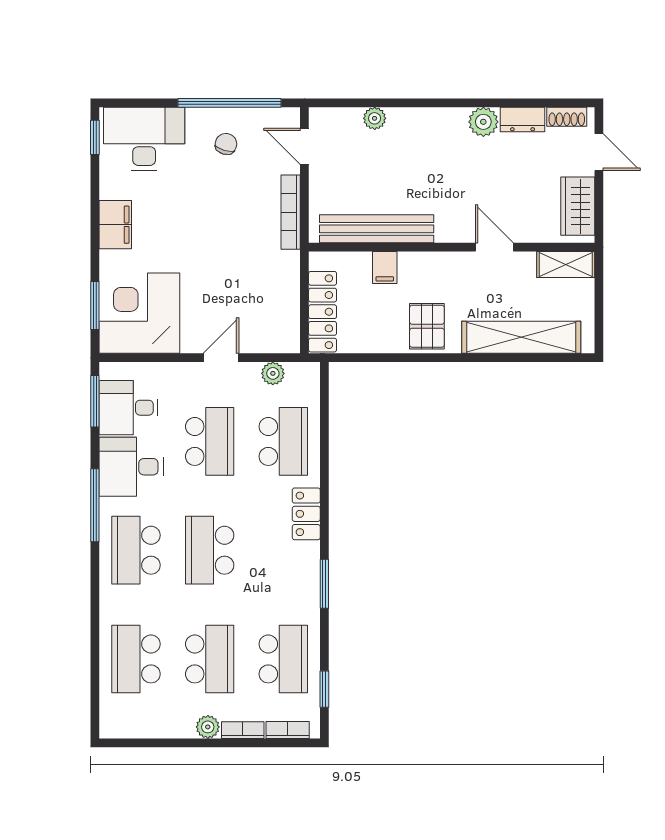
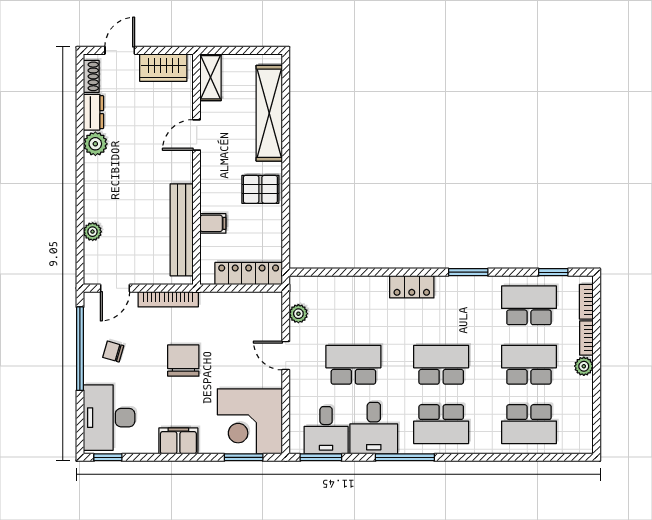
chair: (215, 231) -> (183, 361), added
school desk: (283, 441) -> (353, 305), removed
school desk: (210, 550) -> (441, 365), turned 180

